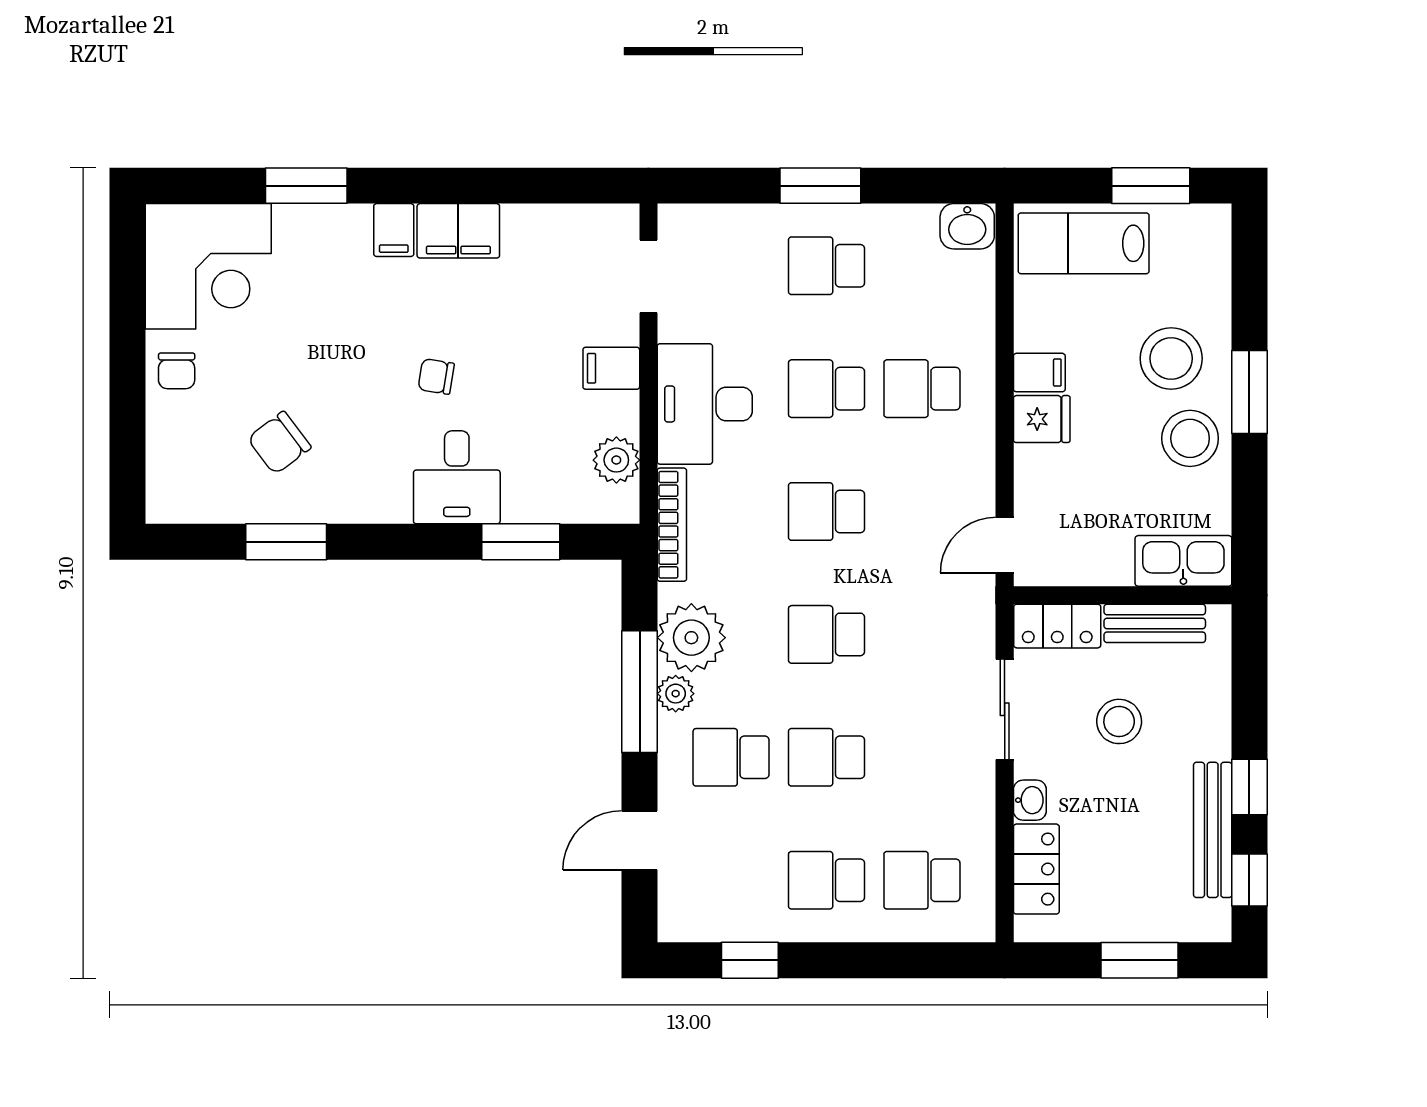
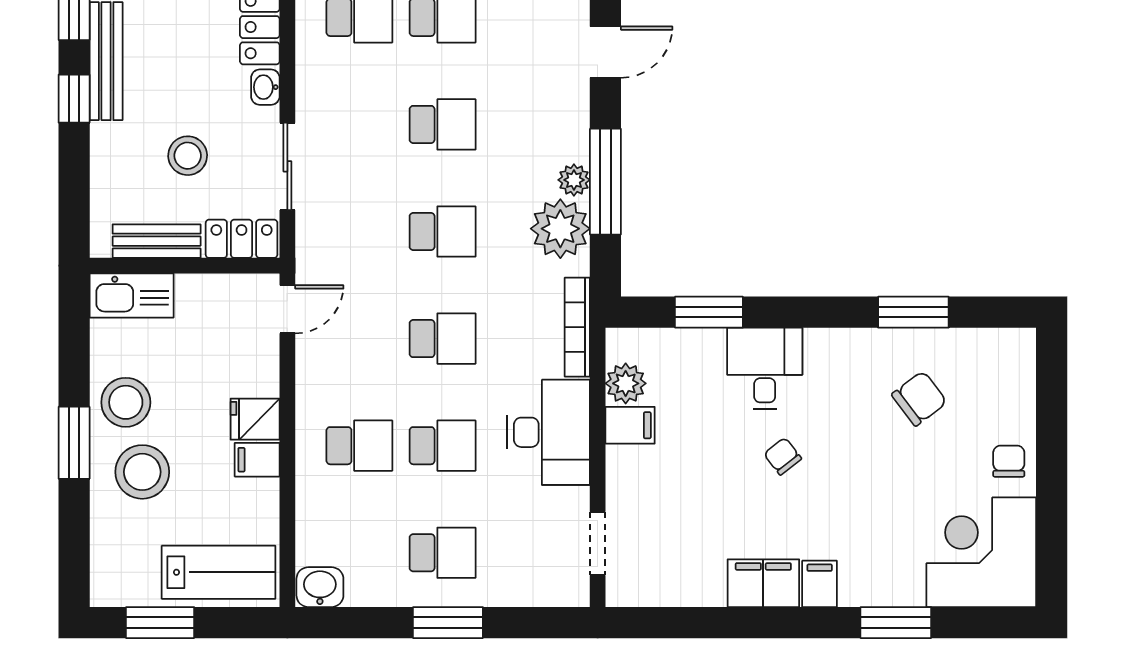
filing cabinet: (611, 368) -> (630, 425), moved
chair: (436, 376) -> (783, 456), turned -137
school desk: (731, 757) -> (526, 124), removed

